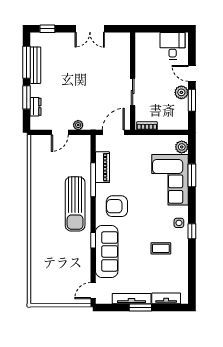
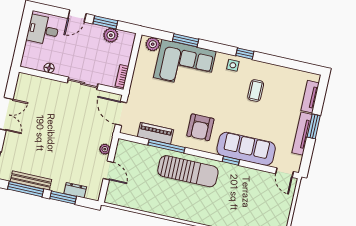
floor lamp: (140, 59) -> (49, 68), added
plant: (181, 92) -> (111, 35), moved

